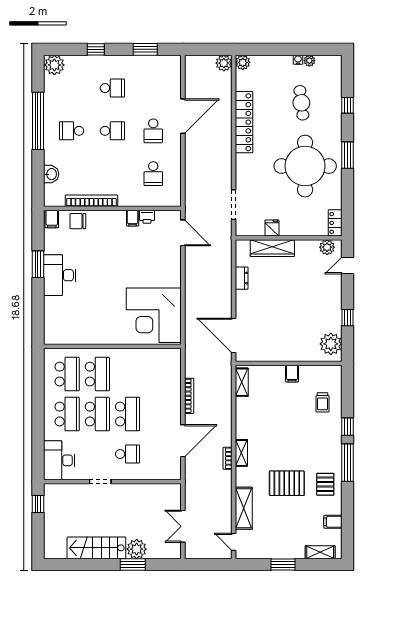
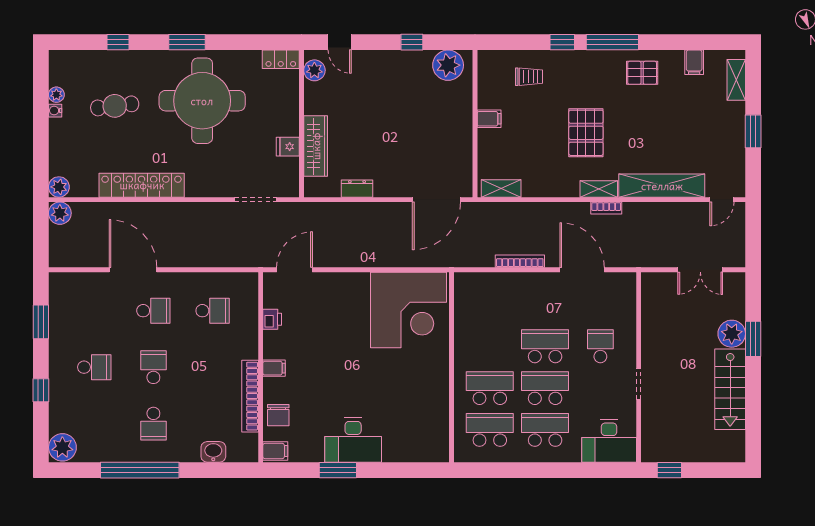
school desk: (112, 88) -> (94, 367), turned 90
filing cabinet: (133, 218) -> (274, 368), moved
pallet: (287, 483) -> (586, 133), moved
shelving: (244, 508) -> (662, 186), width x1.47

